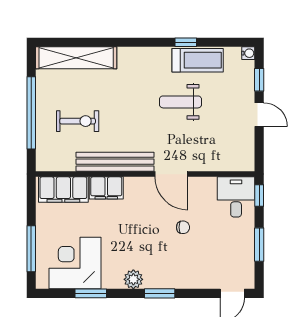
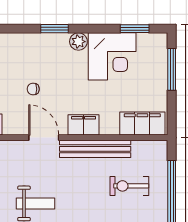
filing cabinet: (106, 188) -> (84, 125), moved
corner desk: (75, 263) -> (112, 56), moved
window: (91, 293) -> (135, 29), moved

